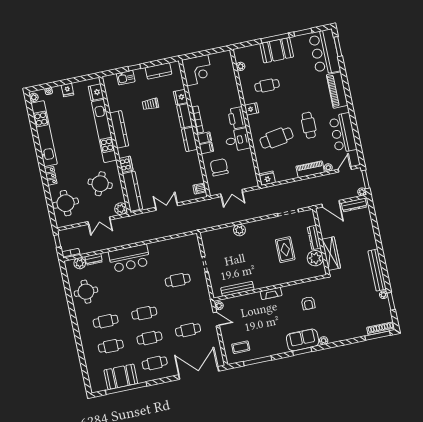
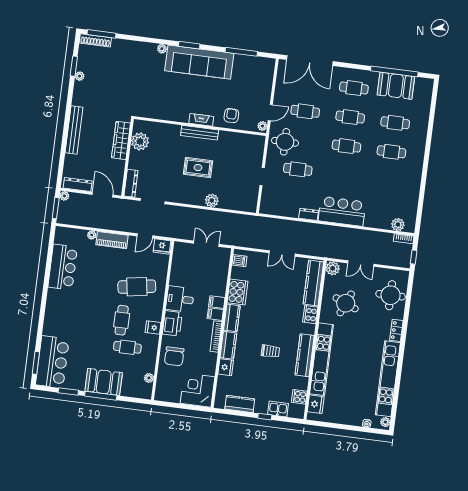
fridge: (67, 90) -> (346, 418), removed
piano: (337, 90) -> (53, 316), removed
cooker: (112, 94) -> (299, 397), added
trolley: (150, 104) -> (270, 351), moved
cafe table: (309, 125) -> (122, 320), moved
cooker: (192, 162) -> (238, 292), added
chair: (219, 167) -> (174, 356), moved
door: (345, 169) -> (145, 236), moved
double door: (99, 221) -> (361, 264), swing flipped
dresser: (314, 238) -> (131, 183), moved
rug: (285, 250) -> (198, 168), moved, turned 90
dresser: (94, 259) -> (309, 214), moved
bench: (377, 270) -> (74, 130), moved
bench: (237, 289) -> (200, 133), moved
round table: (86, 292) -> (285, 142), moved
armchair: (308, 303) -> (231, 116), moved
door: (216, 319) -> (270, 113), swing flipped
sofa: (303, 340) -> (199, 62), width x1.85, depth x1.27
coffee table: (241, 347) -> (254, 73), removed

